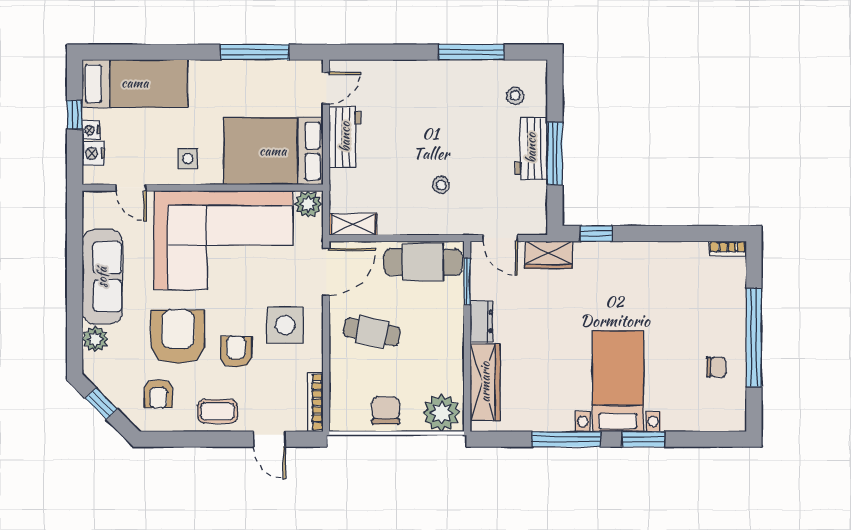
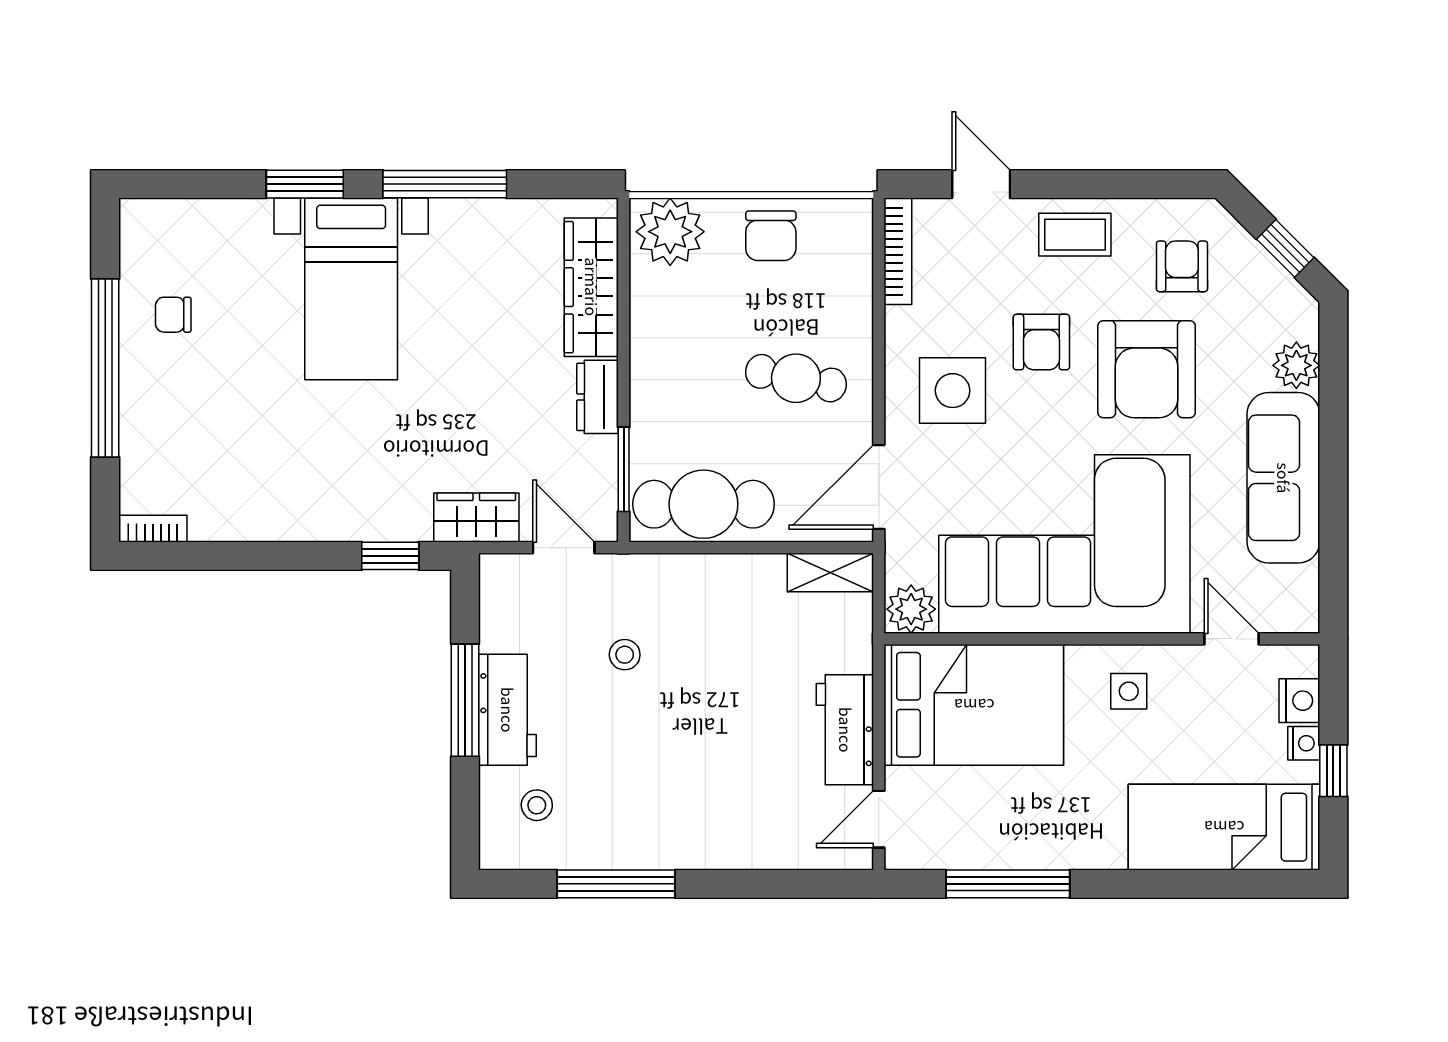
stool: (441, 185) -> (625, 655), moved

